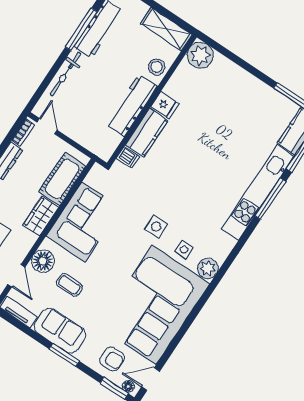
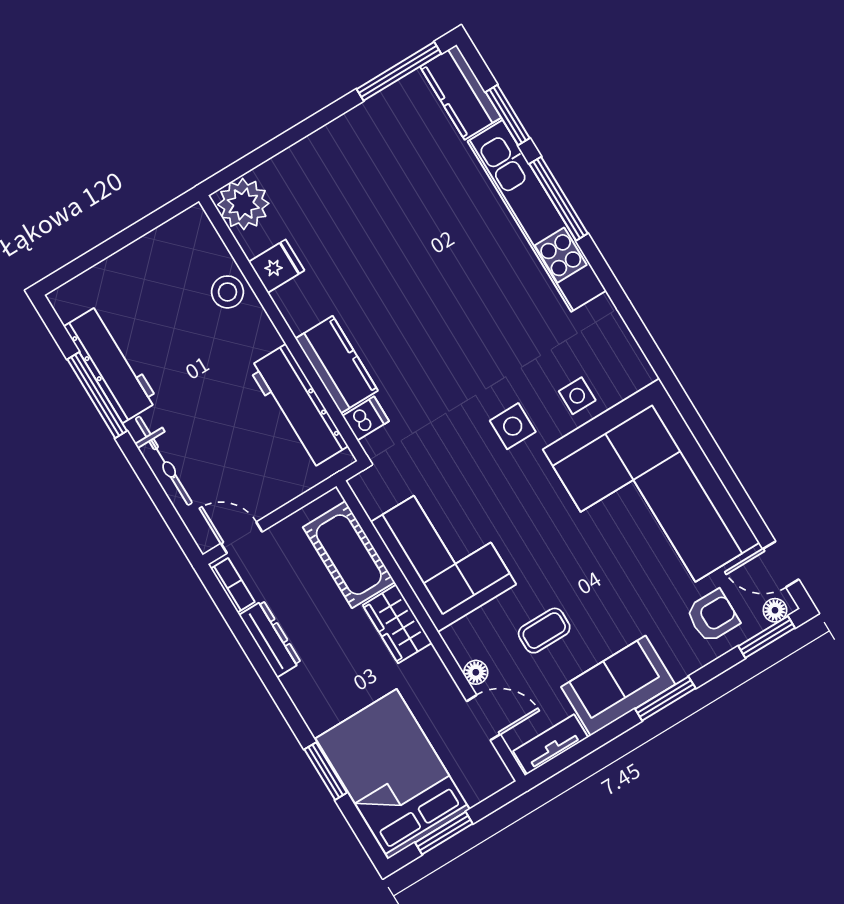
shelving: (166, 29) -> (168, 243), removed
workbench: (132, 105) -> (298, 407), moved
fridge: (165, 105) -> (277, 266), moved
floor lamp: (43, 261) -> (476, 672), width x0.53, depth x0.53
plant: (208, 268) -> (631, 369), removed
door: (151, 379) -> (781, 564), hinge flipped

